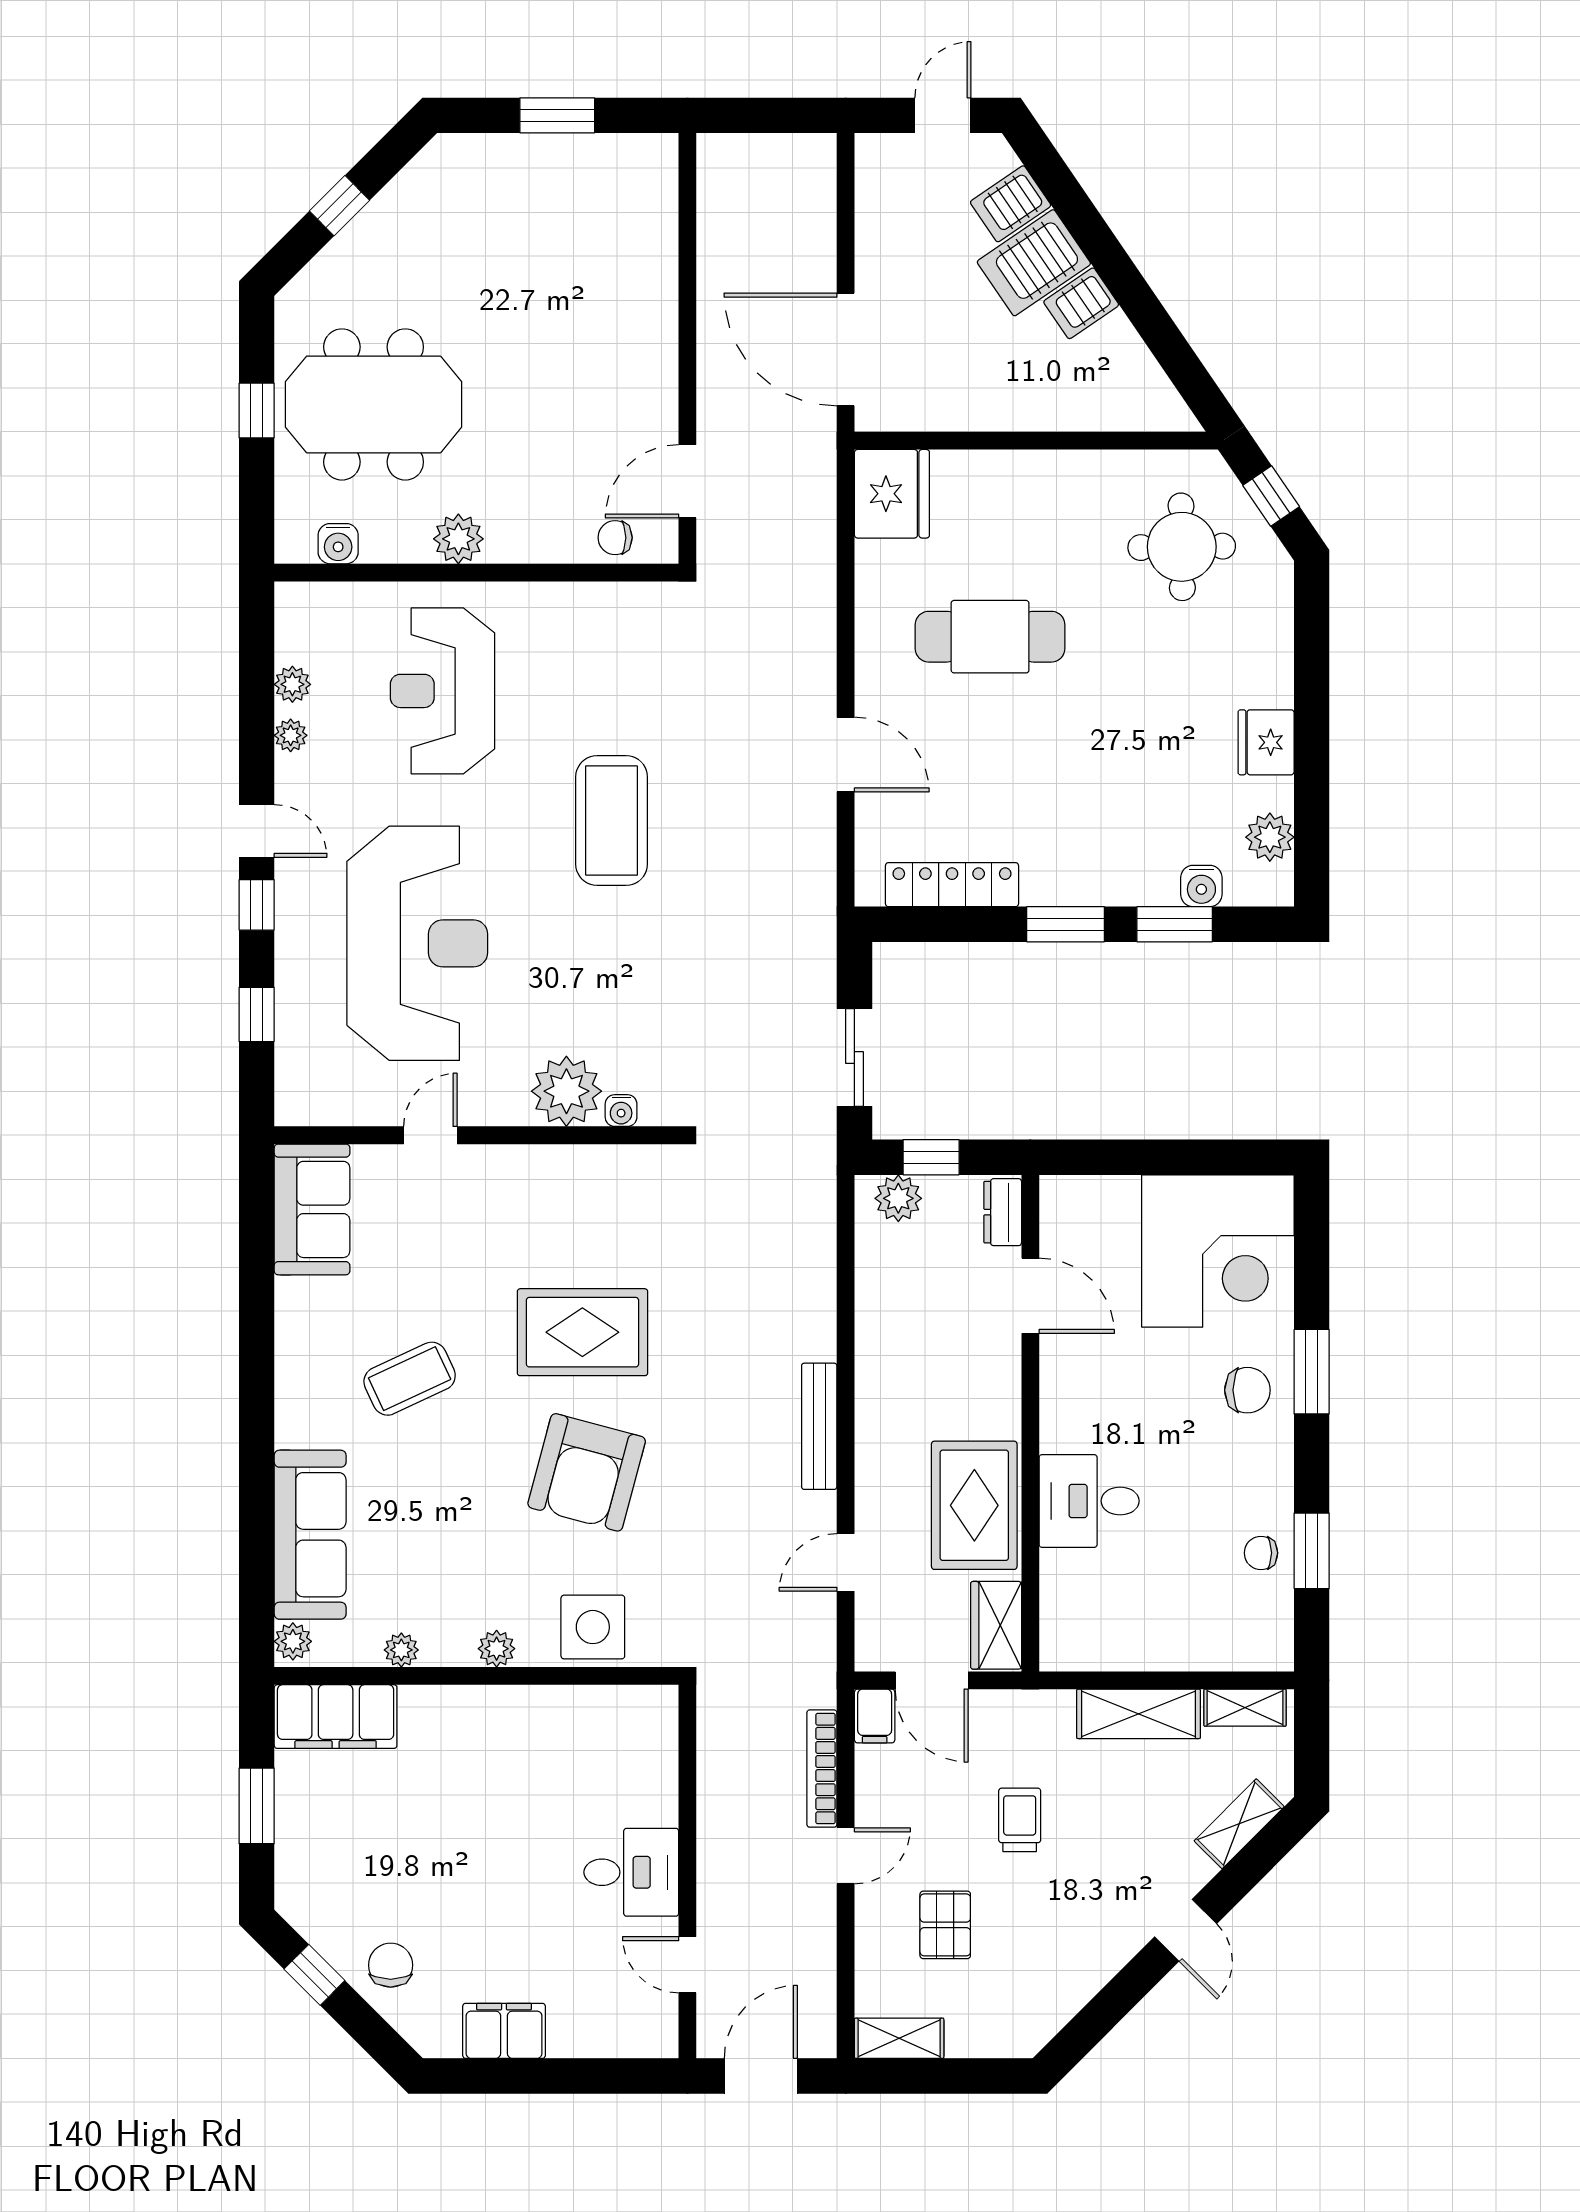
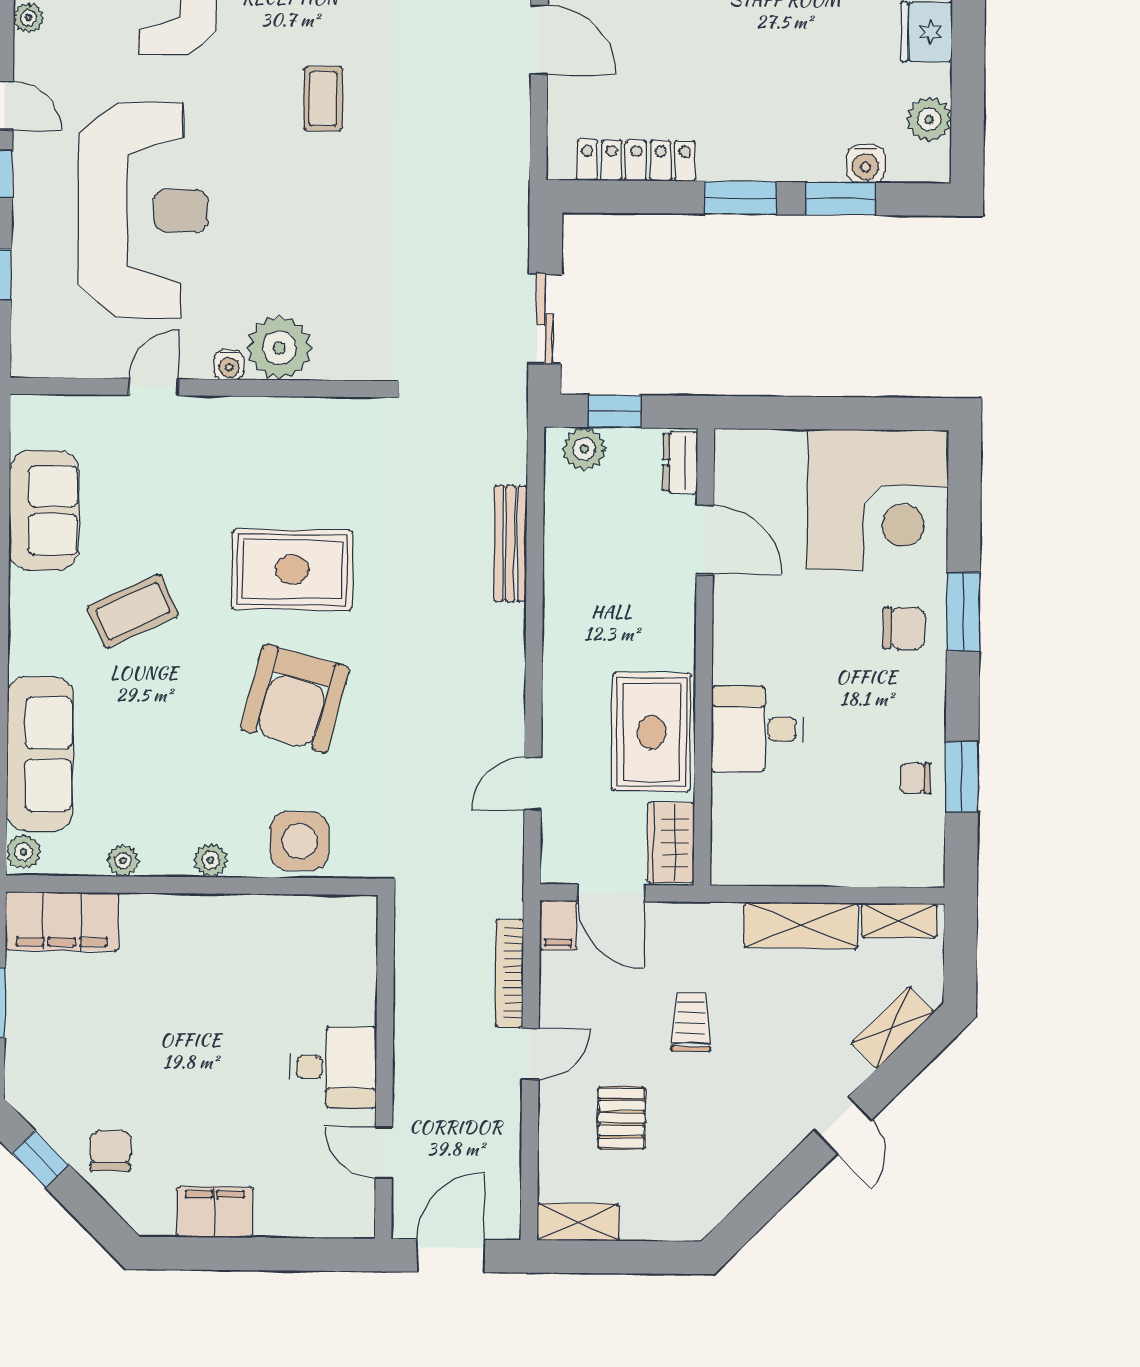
coffee table: (612, 820) -> (323, 99), width x0.54, depth x0.58
water cooler: (621, 1111) -> (229, 365), moved
sofa: (312, 1209) -> (44, 510), moved
bench: (819, 1426) -> (511, 544), moved

